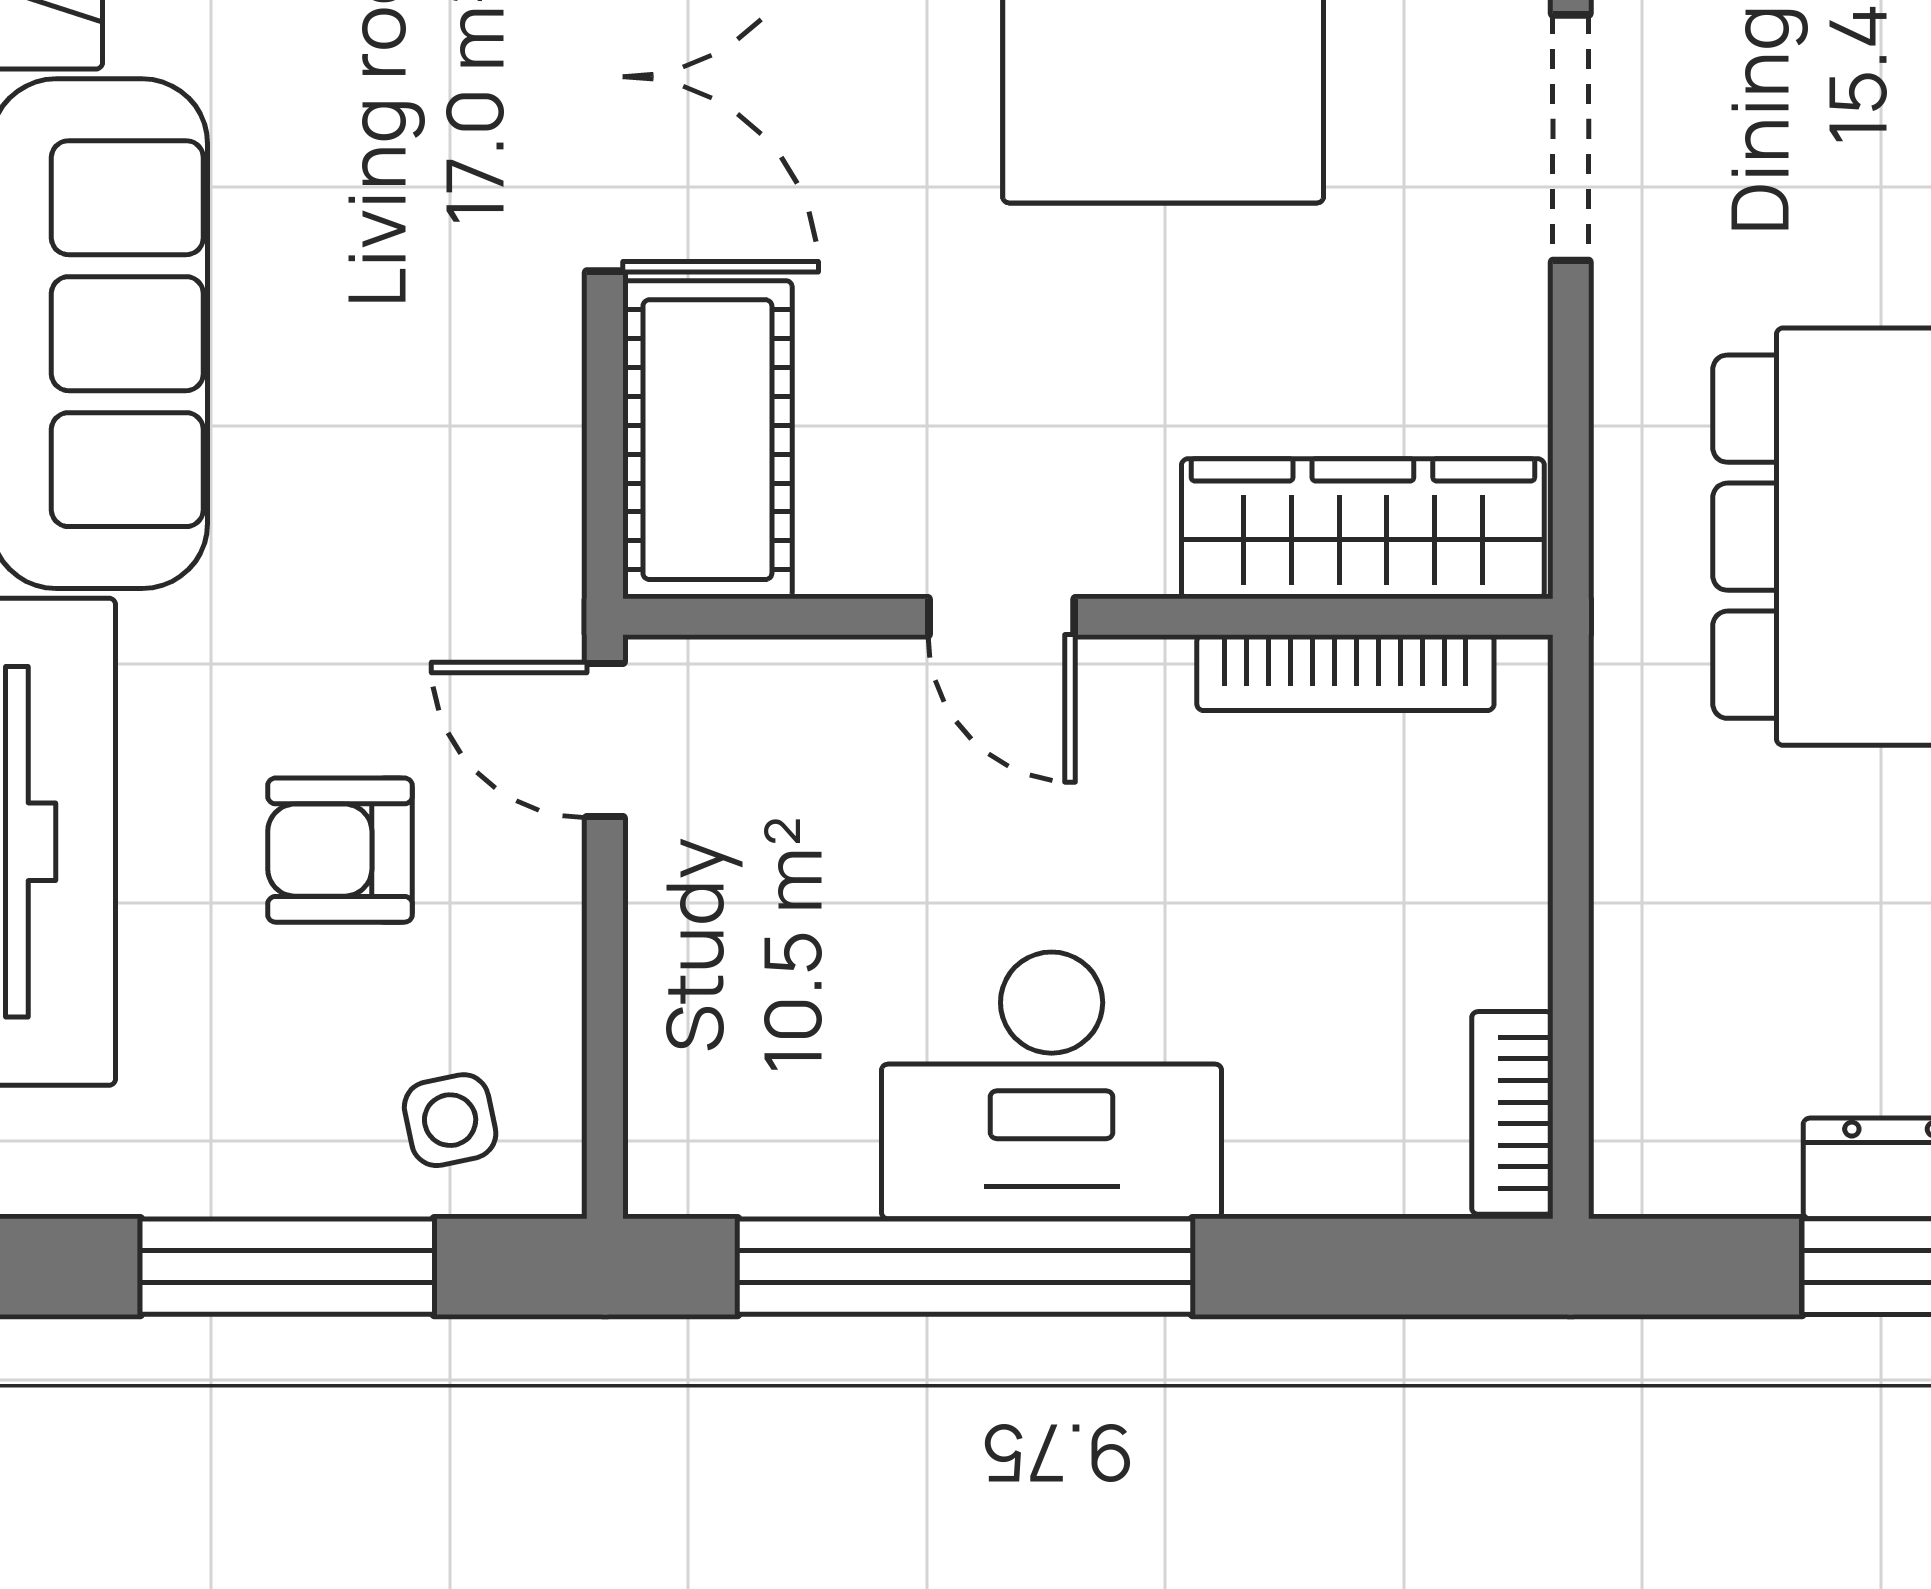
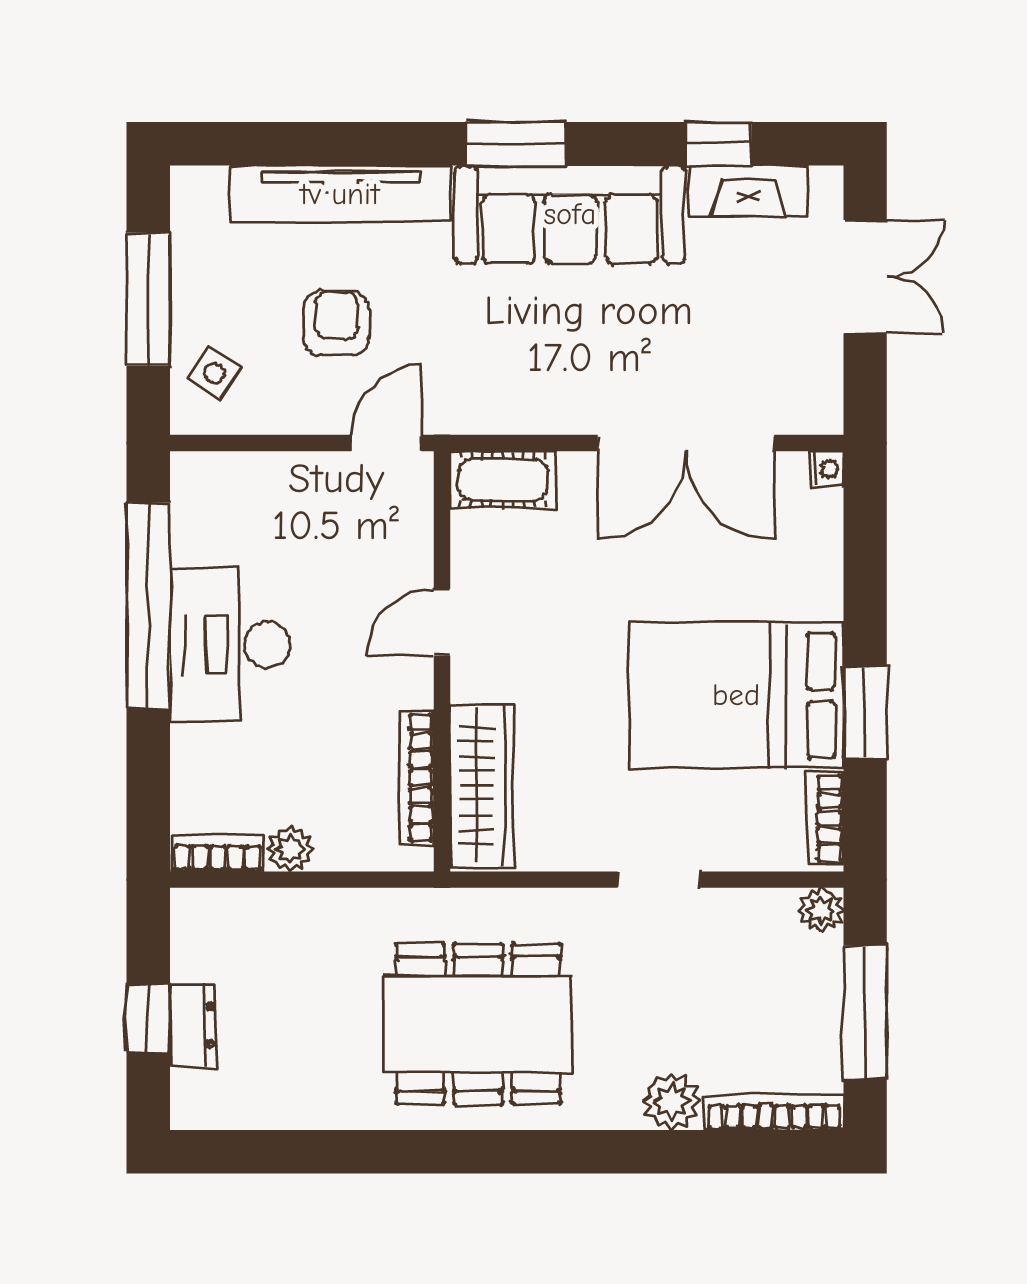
doorway: (1571, 138) -> (658, 880), width x0.73
cot: (707, 440) -> (503, 480), width x0.73, depth x0.75
plant: (1503, 952) -> (290, 849), added
side table: (450, 1120) -> (214, 373), turned 45

